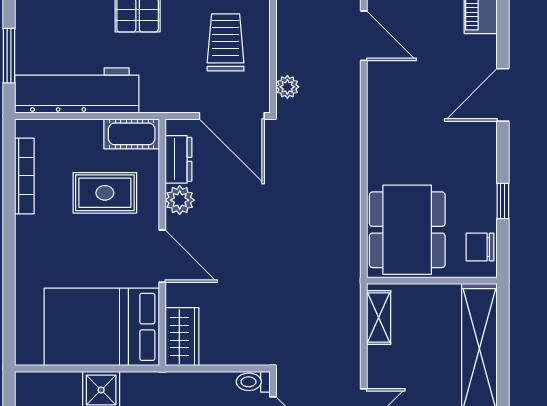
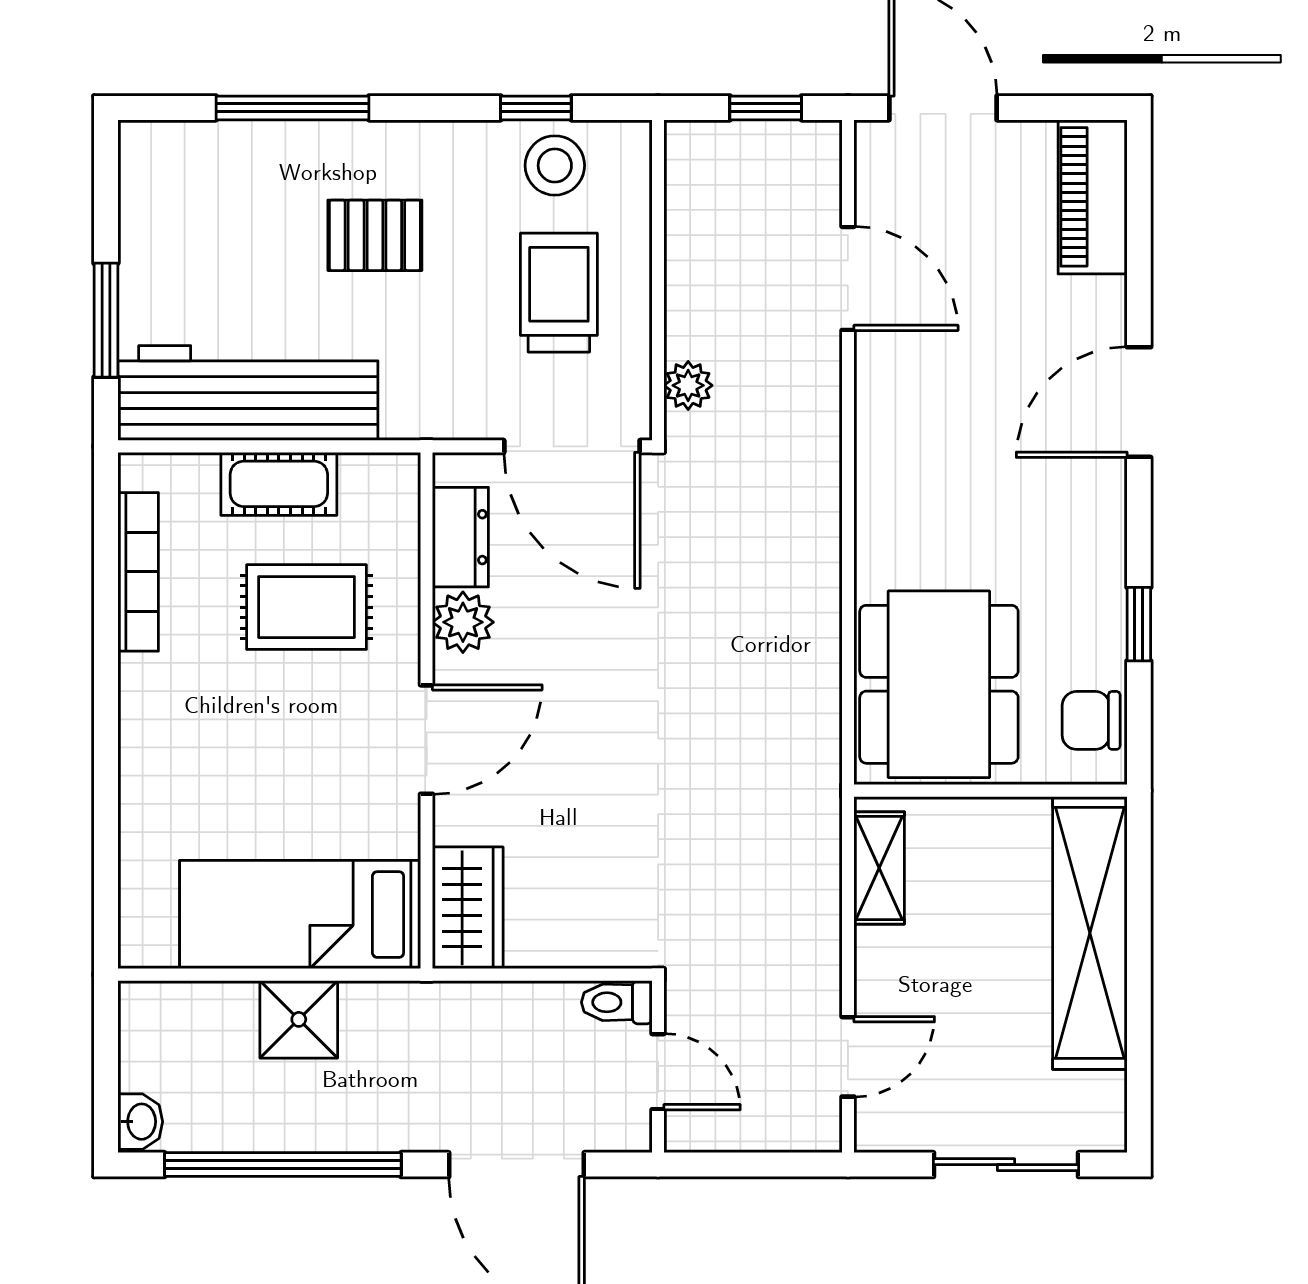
cot: (132, 134) -> (279, 484), moved
door: (162, 256) -> (427, 740), hinge flipped
bed: (102, 327) -> (300, 915), width x0.67

